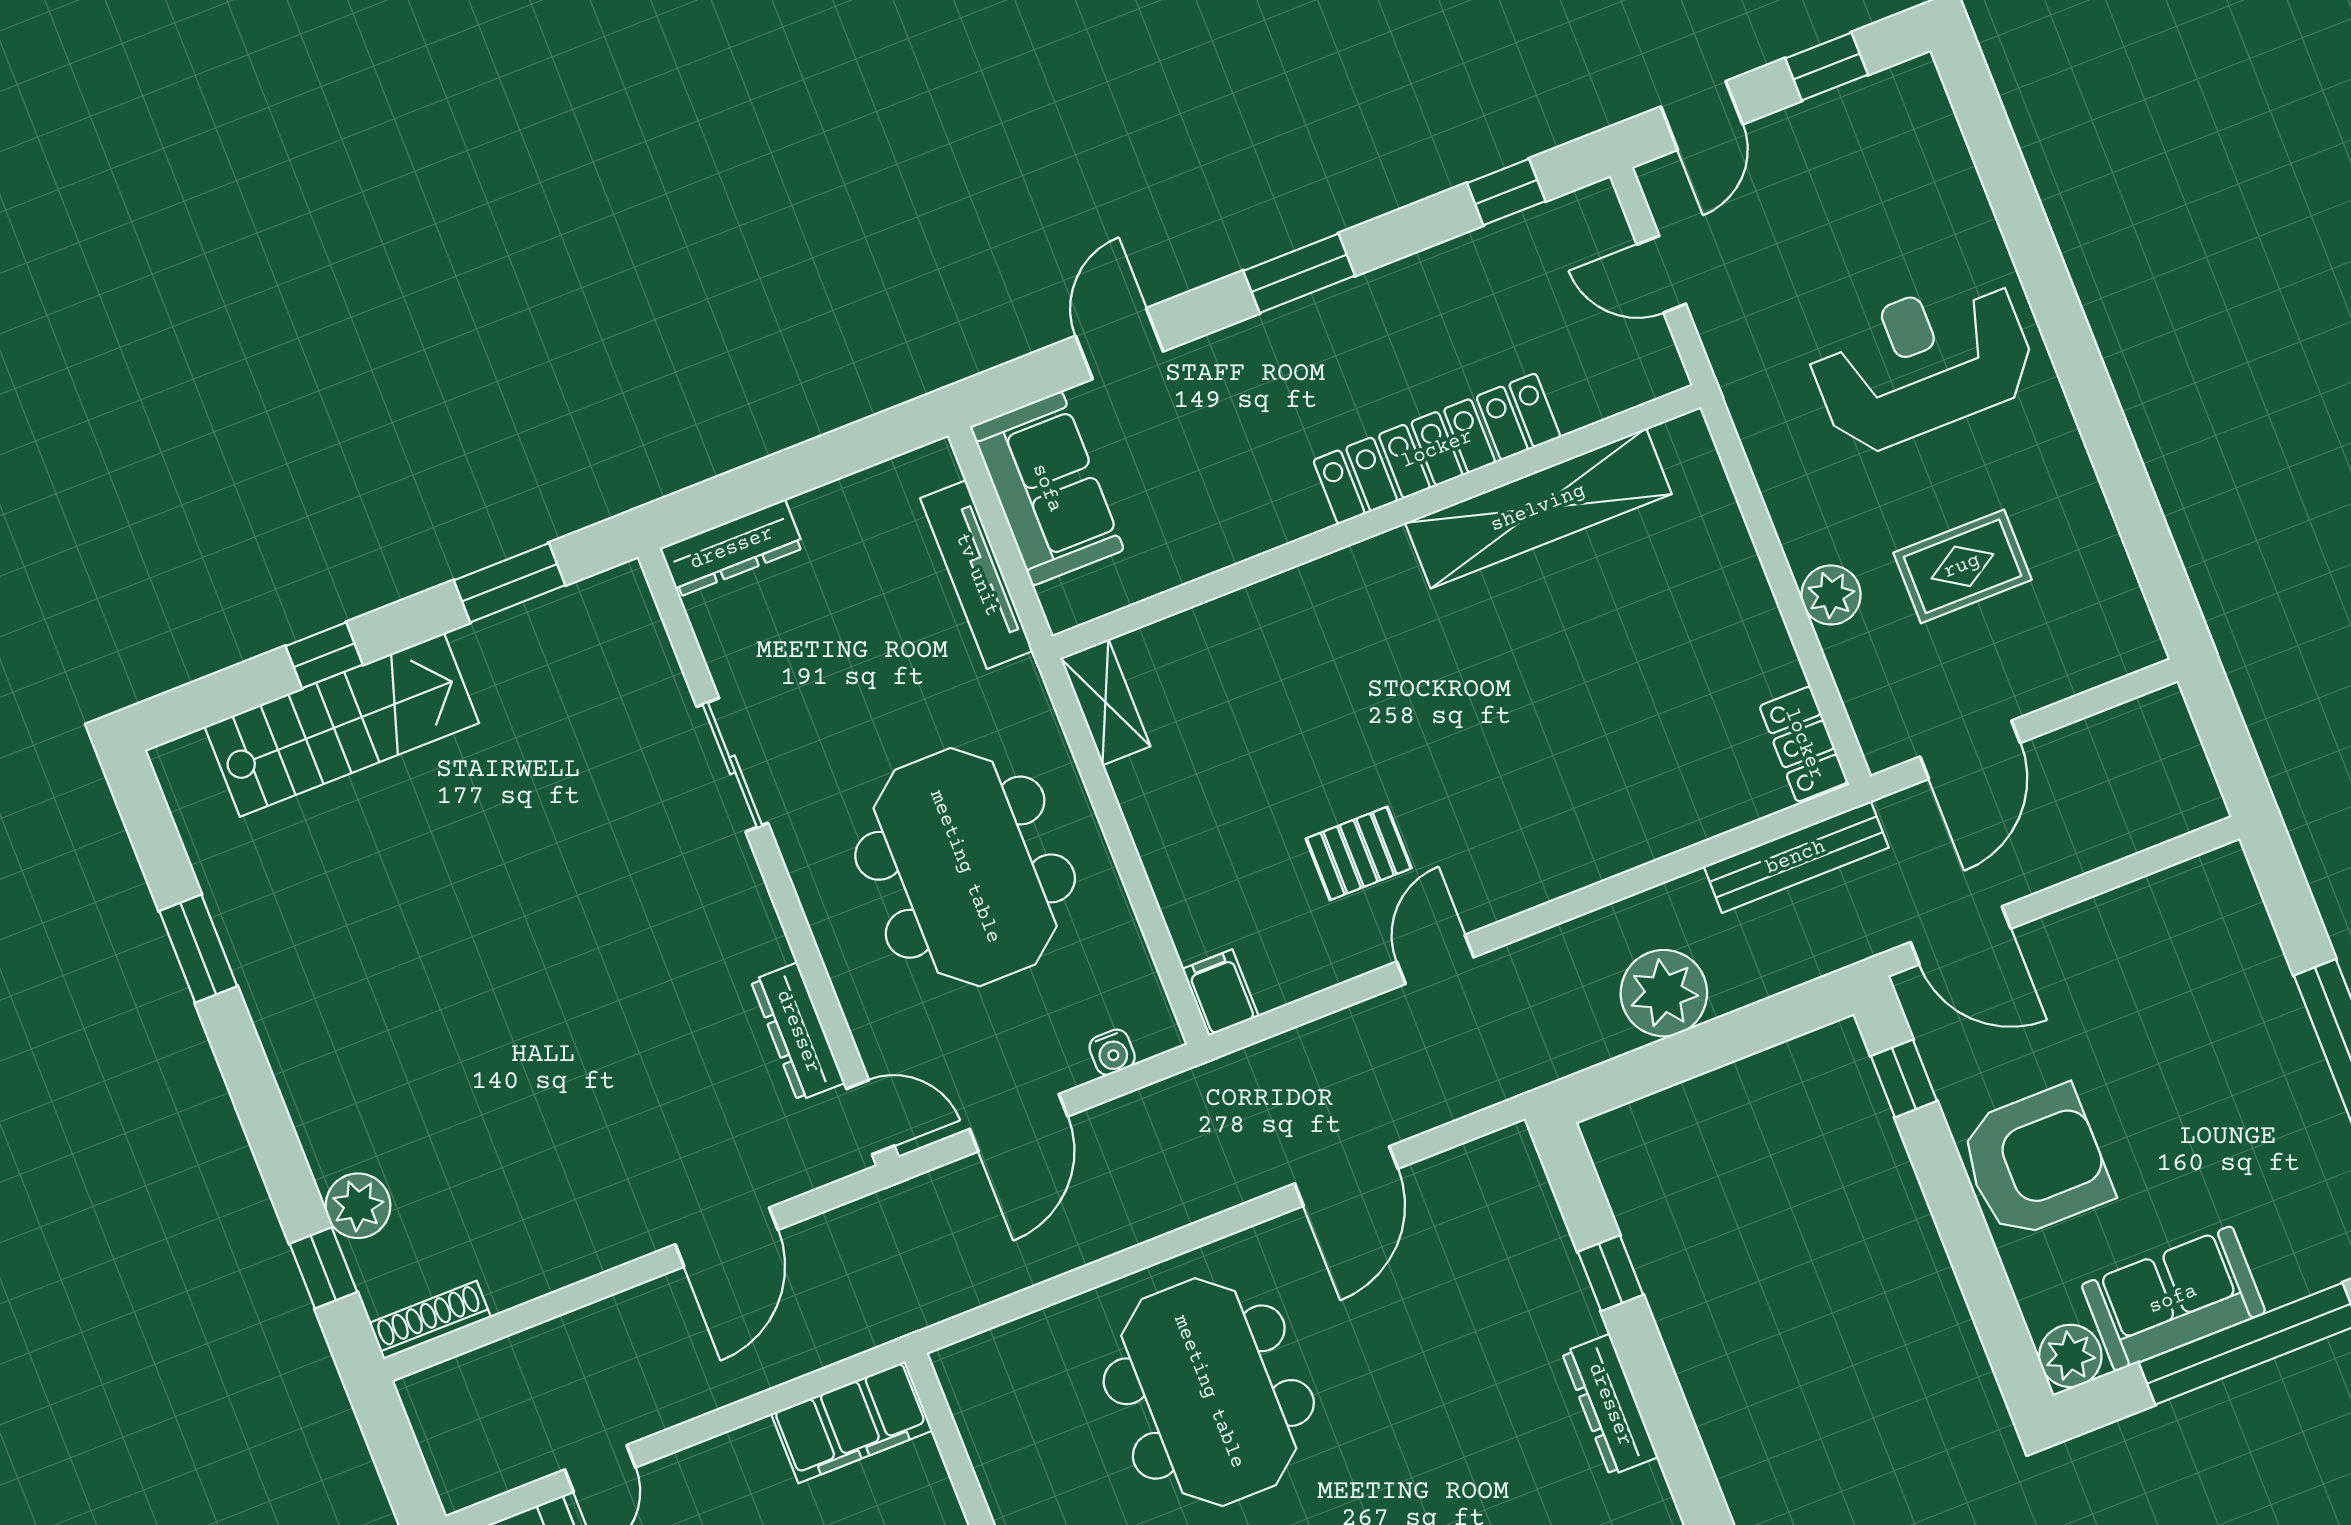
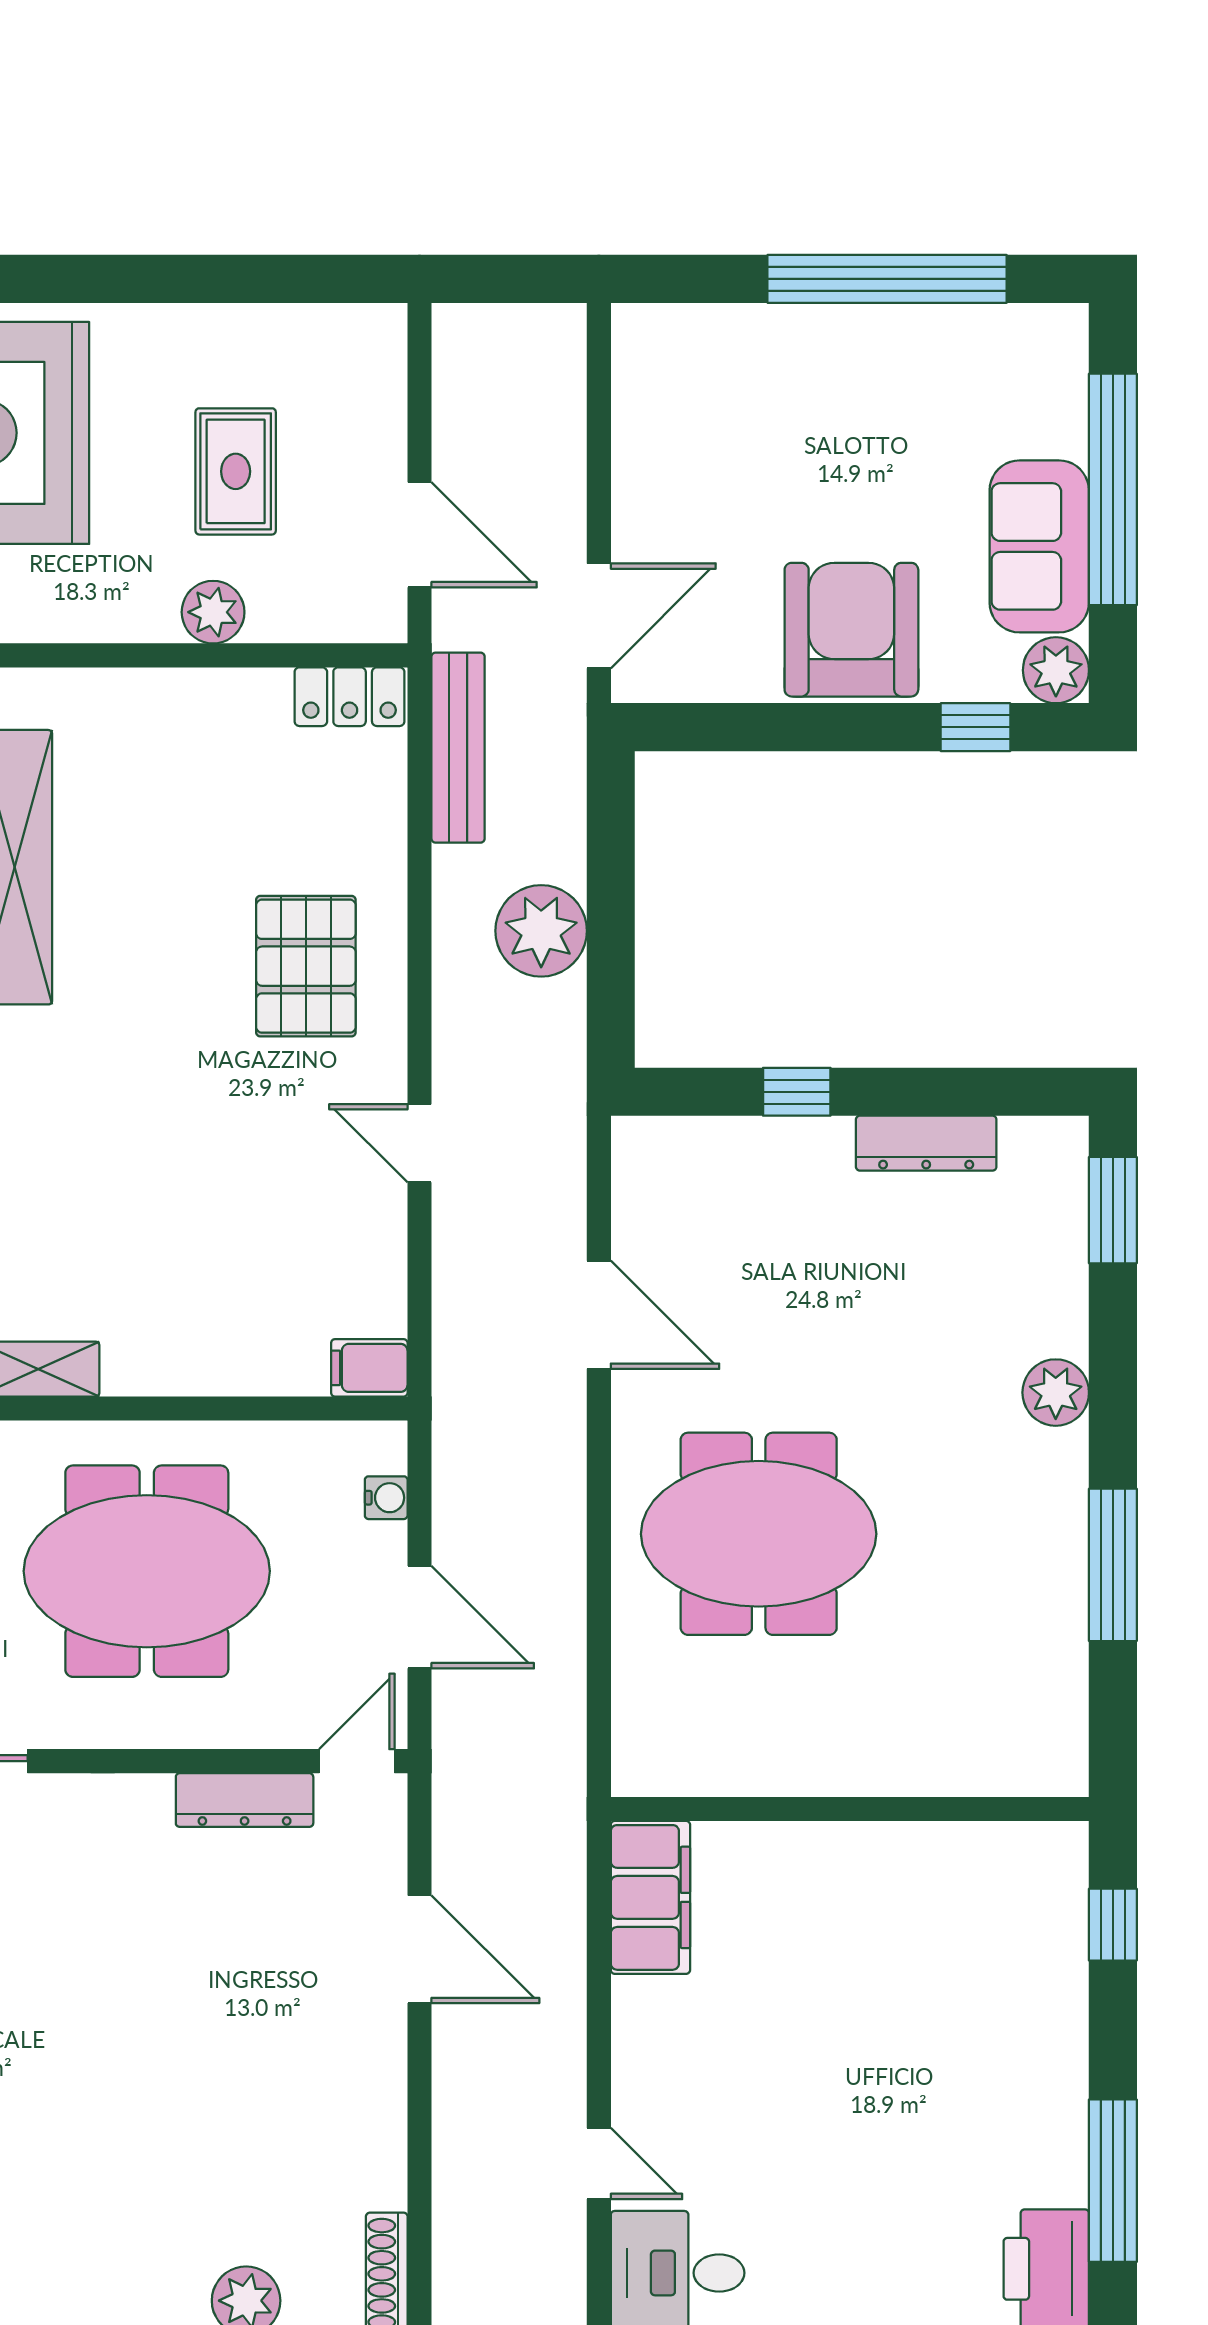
pallet: (1359, 853) -> (306, 966), moved, width x1.50, depth x1.42
window: (1904, 1078) -> (975, 727), moved

